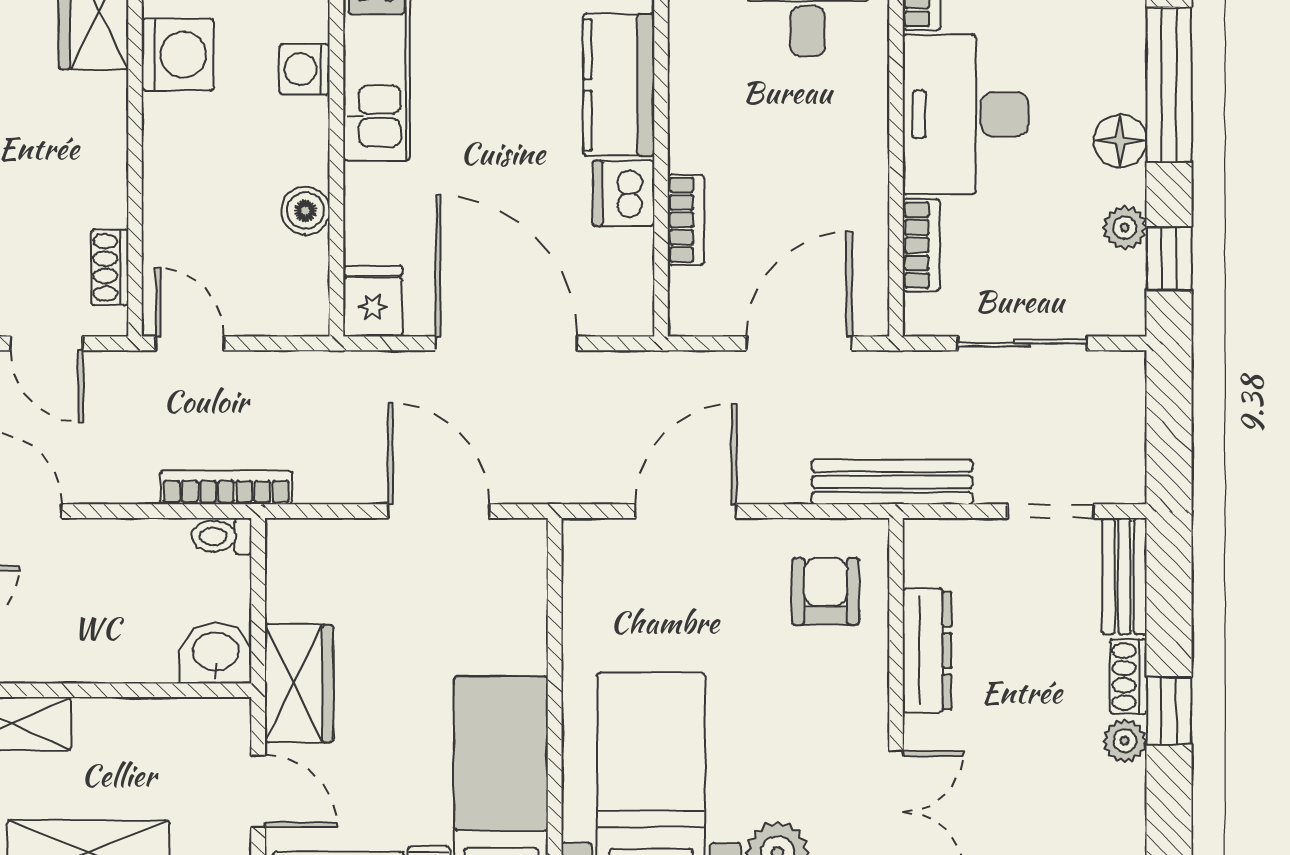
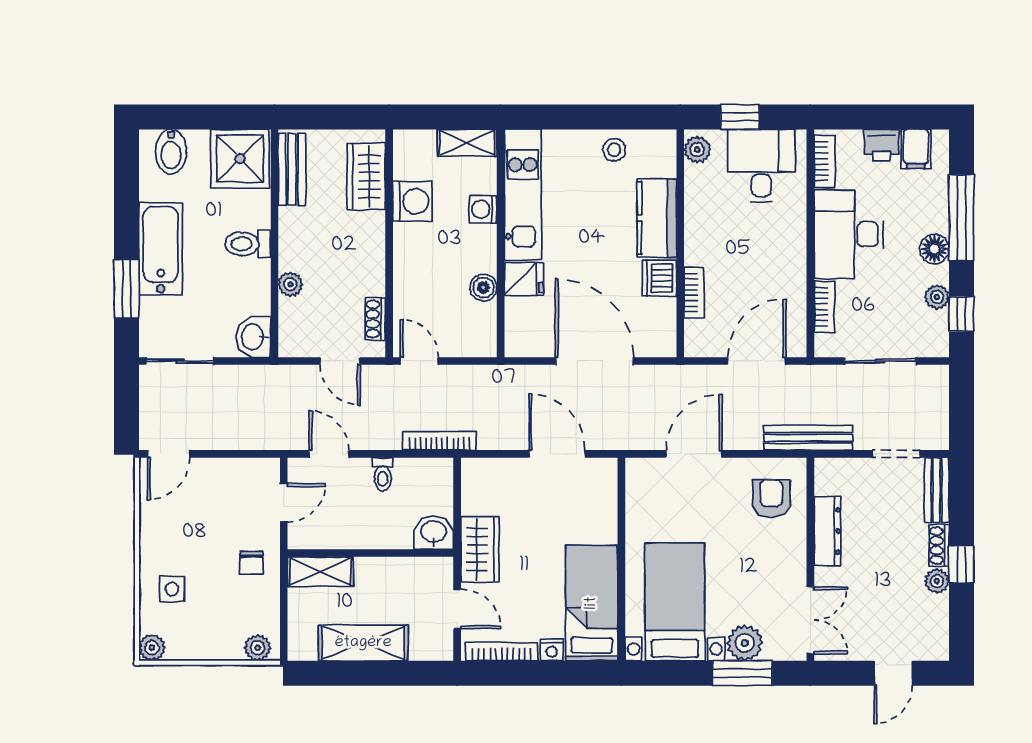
fridge: (373, 301) -> (524, 279), moved, turned 90
toilet: (221, 536) -> (383, 474), moved, turned -90

